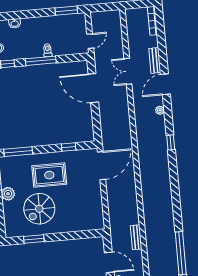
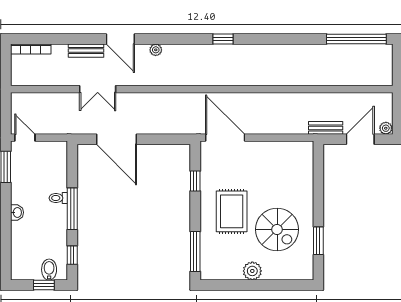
washbasin: (15, 23) -> (17, 212), moved
door: (90, 41) -> (25, 138), moved
door: (93, 88) -> (117, 139), hinge flipped
window: (171, 142) -> (223, 39), moved
bench: (136, 237) -> (326, 128), moved

